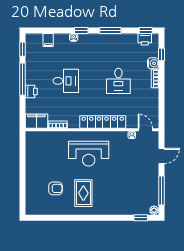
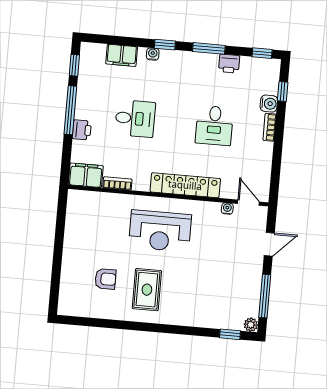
printer: (145, 39) -> (229, 64), moved
filing cabinet: (48, 40) -> (122, 55), width x2.00

